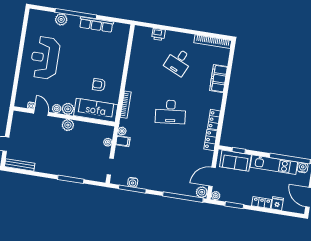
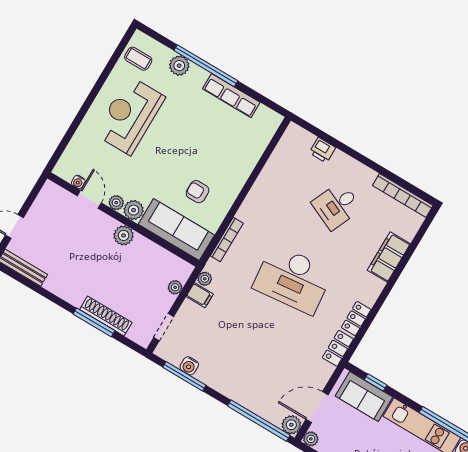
coffee table: (37, 25) -> (138, 59), added
desk: (171, 112) -> (293, 279), width x1.36, depth x1.30
shoe rack: (76, 173) -> (106, 316), added

